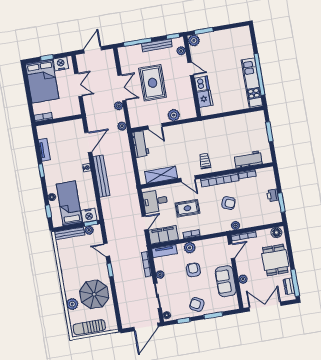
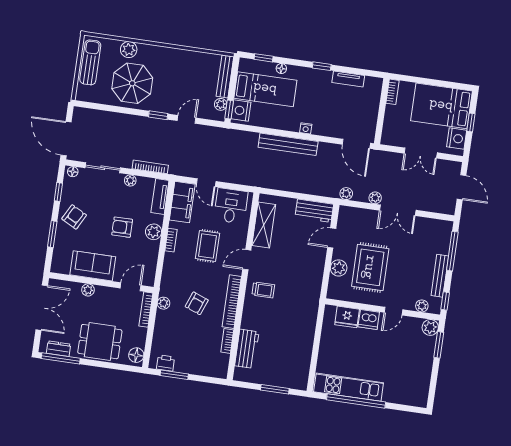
rug: (152, 83) -> (370, 267), moved, turned 90
door: (88, 142) -> (356, 144), moved
printer: (273, 195) -> (166, 363), moved
door: (232, 251) -> (131, 287), swing flipped
armchair: (193, 270) -> (122, 227), turned 180

